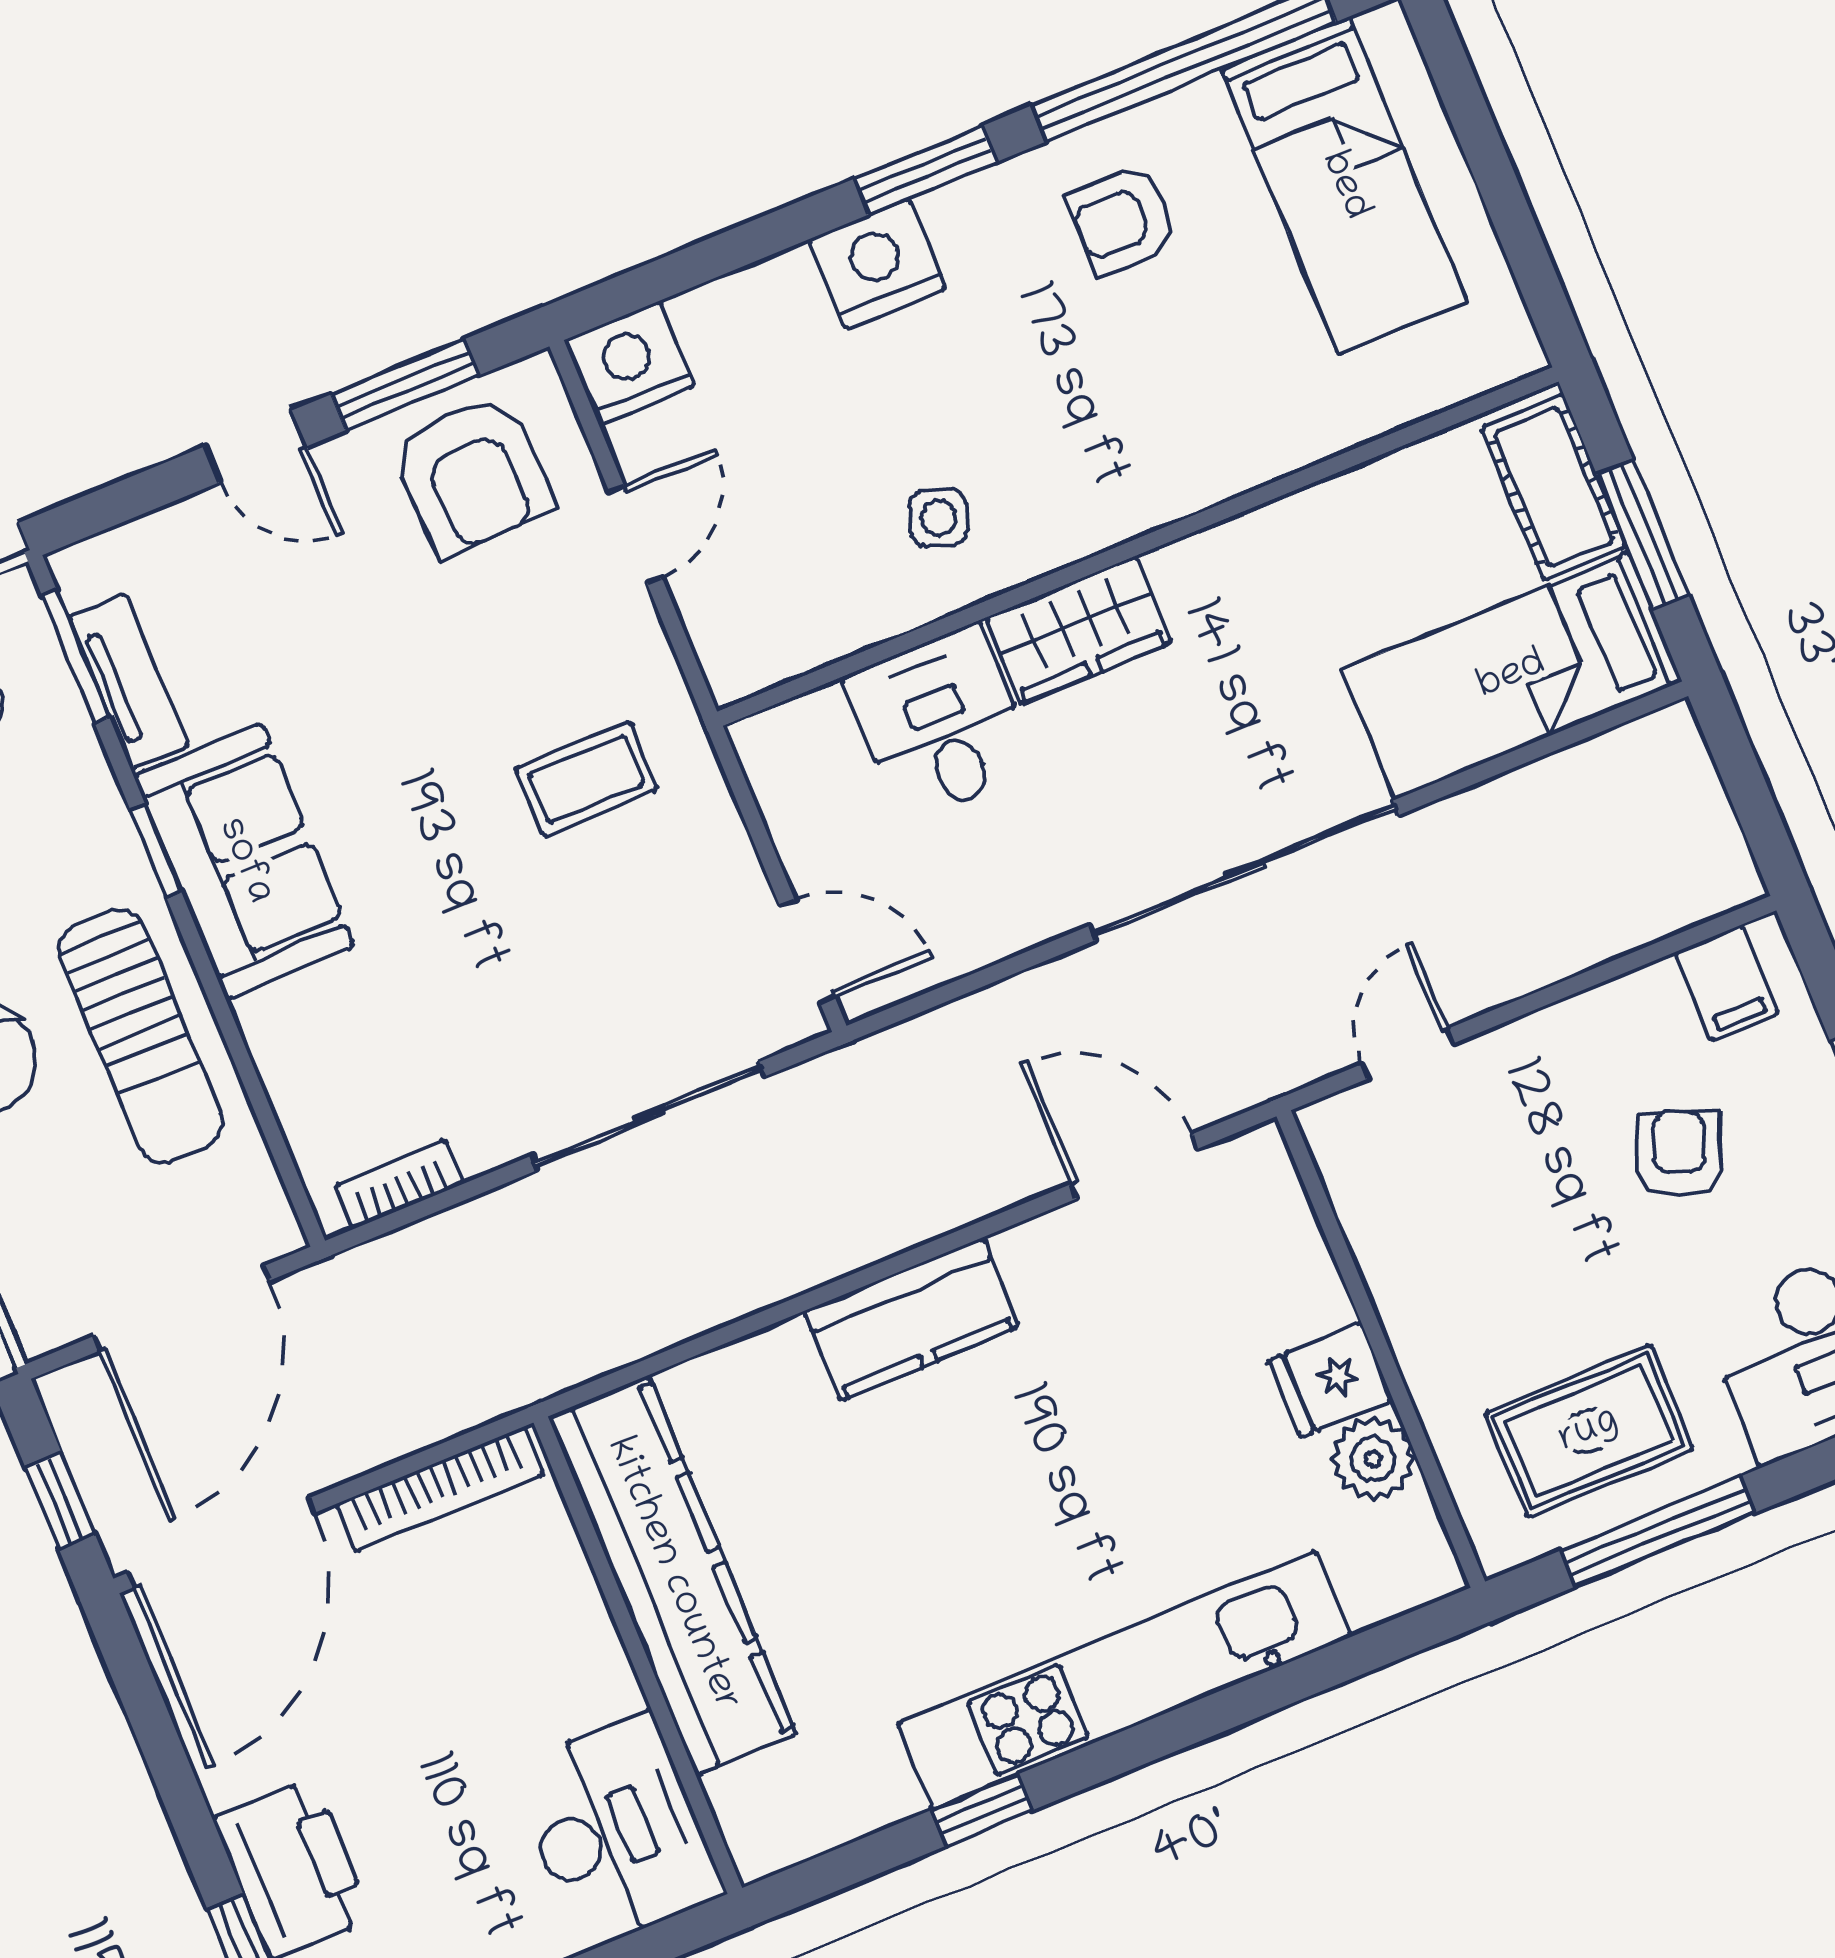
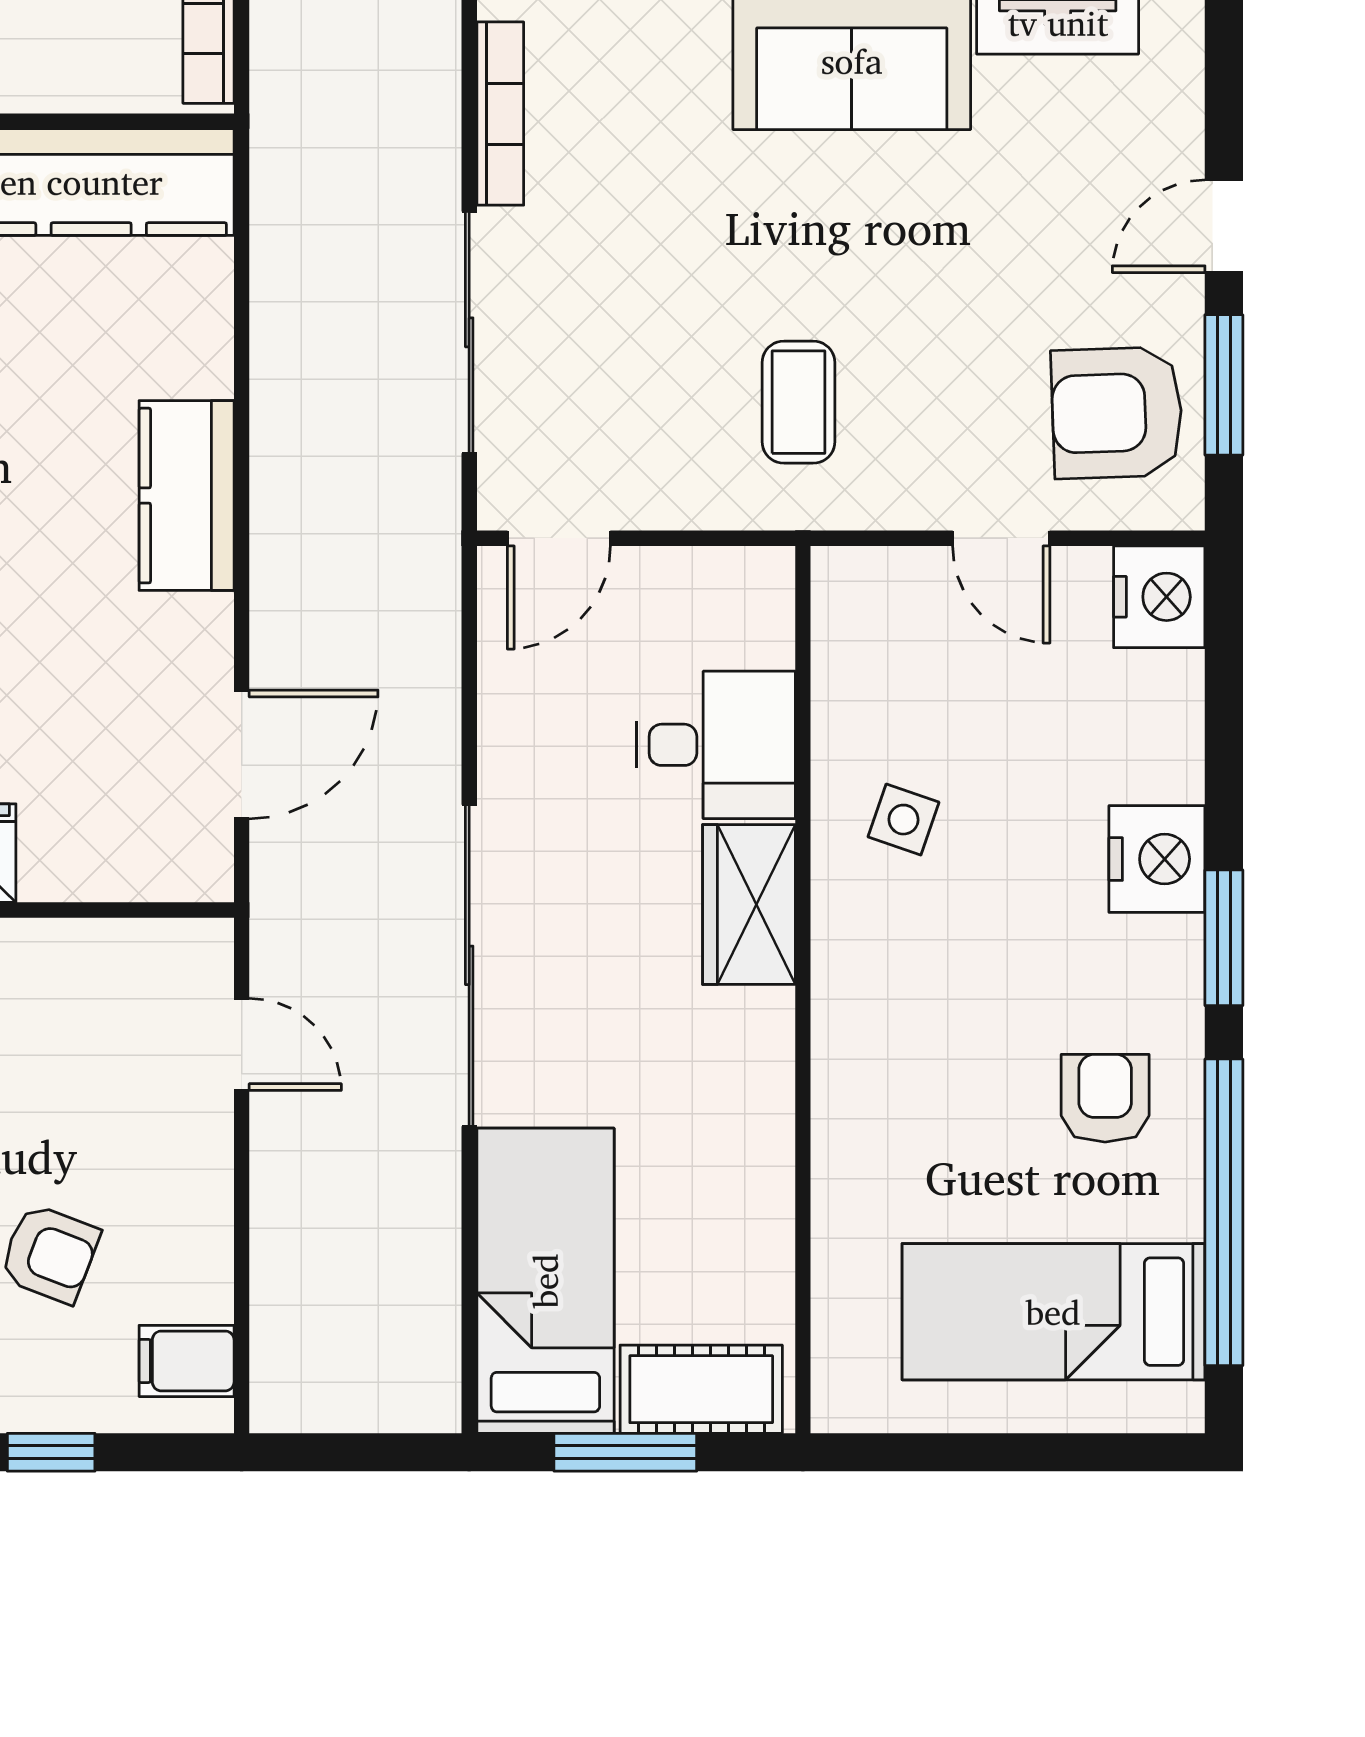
bookcase: (399, 1185) -> (500, 114), width x1.56

